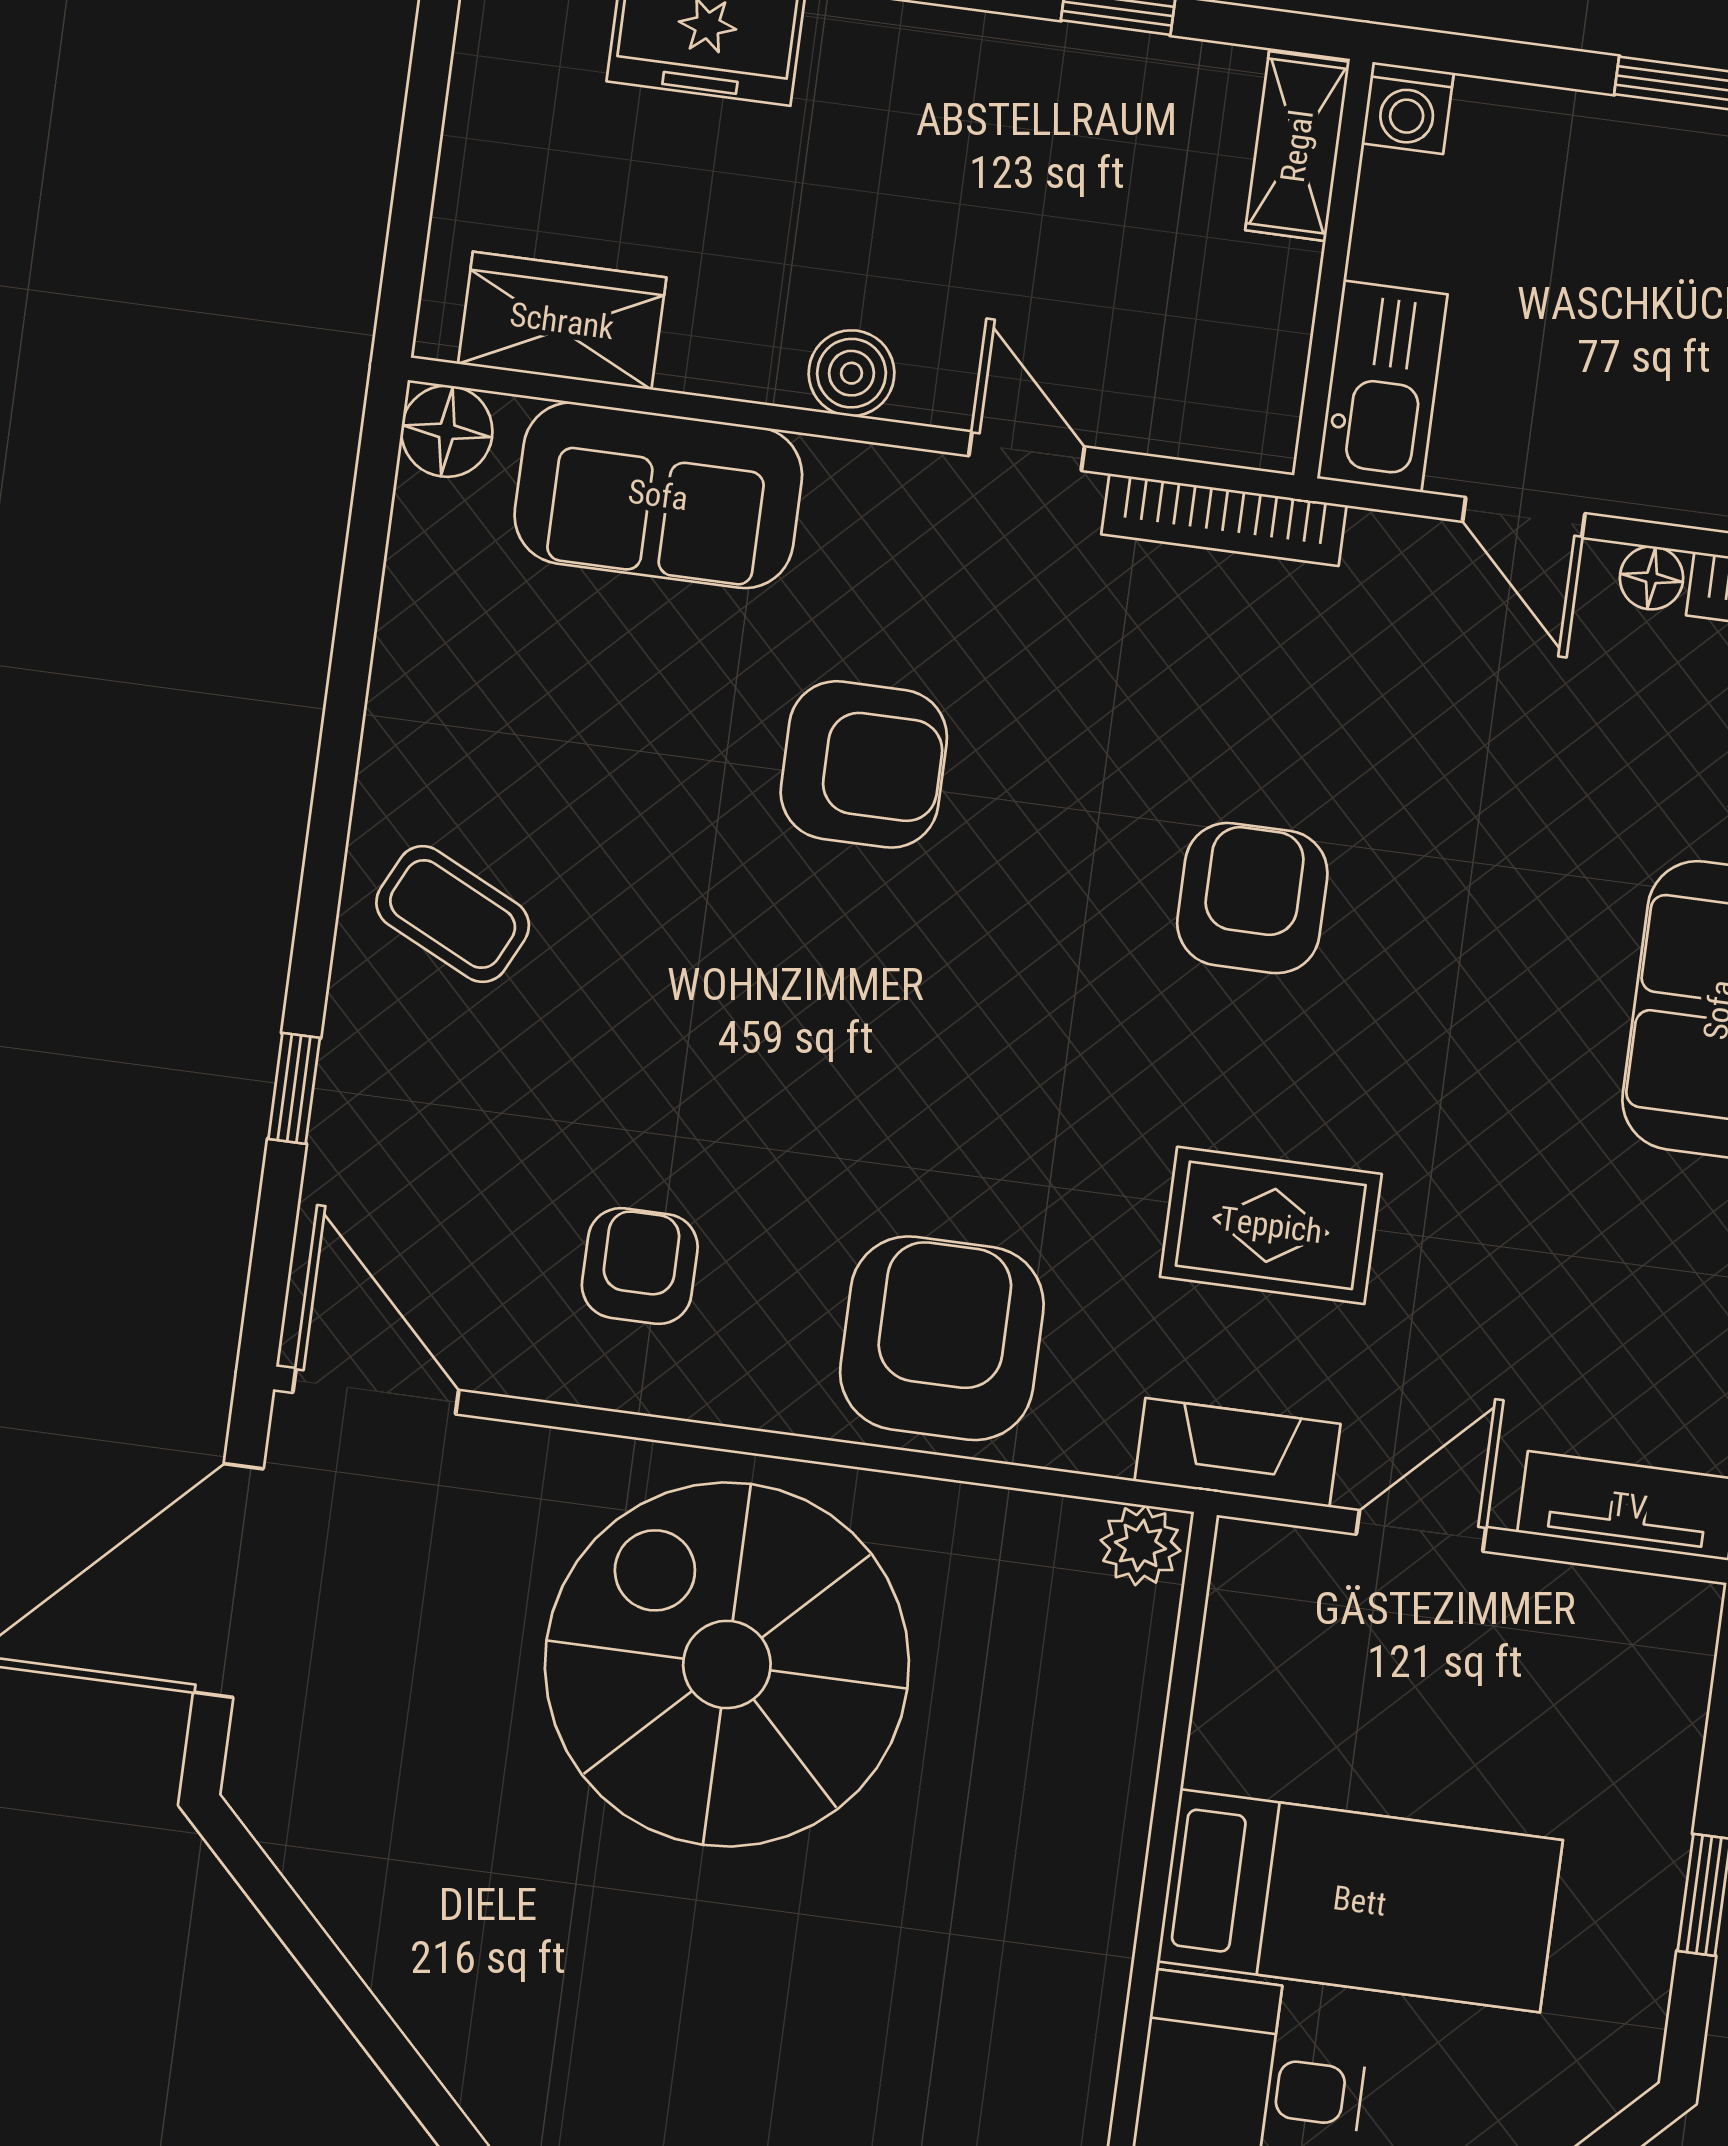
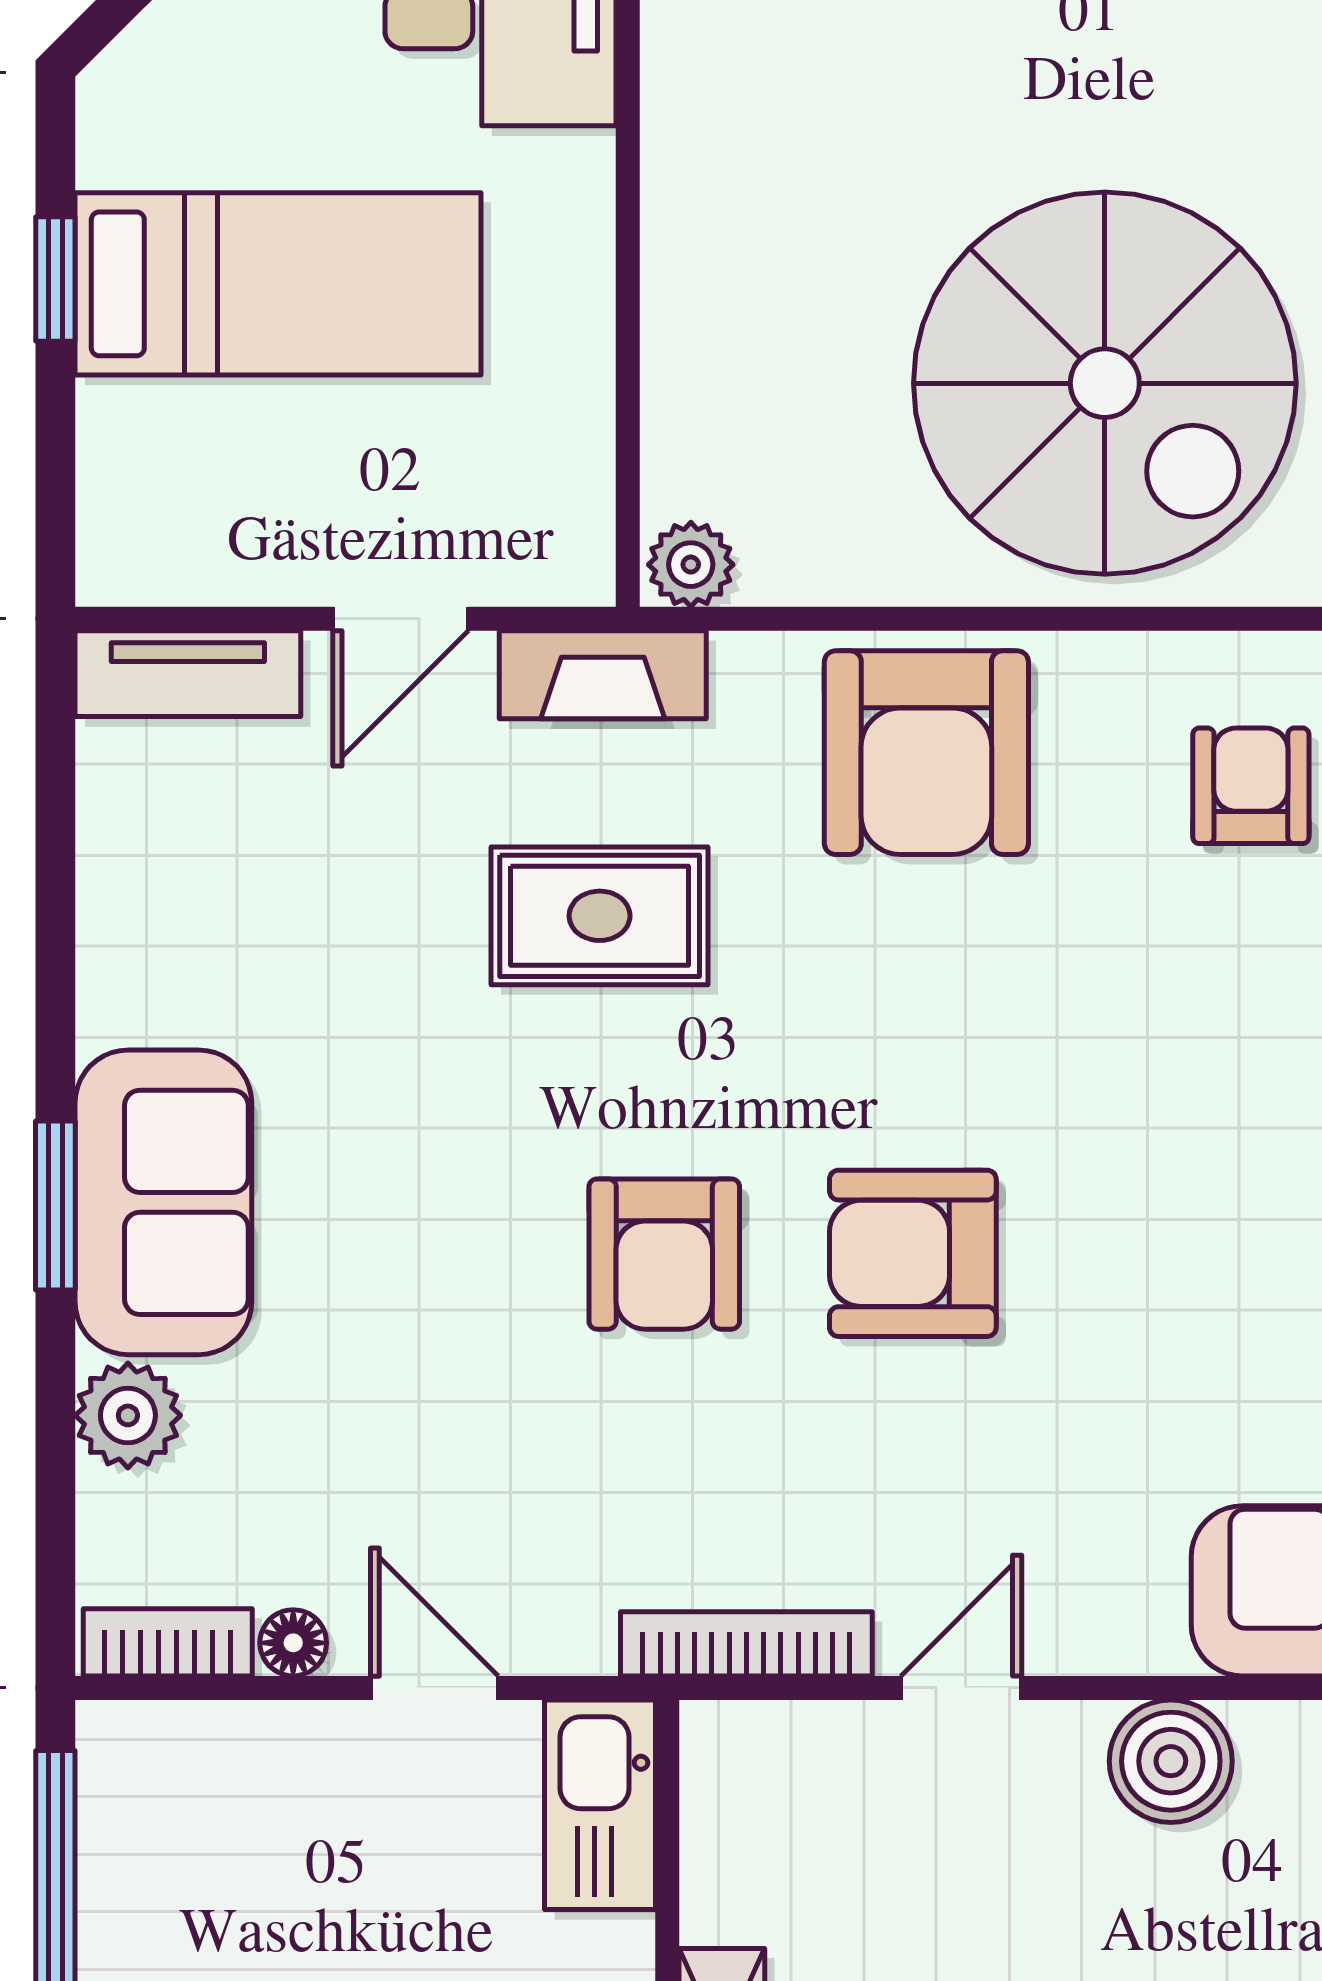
boiler: (851, 373) -> (1171, 1761), width x1.36, depth x1.36
door: (1027, 451) -> (961, 1688), swing flipped
armchair: (864, 764) -> (913, 1253), moved
armchair: (640, 1266) -> (1251, 786), turned 180
bed: (1360, 1901) -> (278, 284), moved, turned 180

